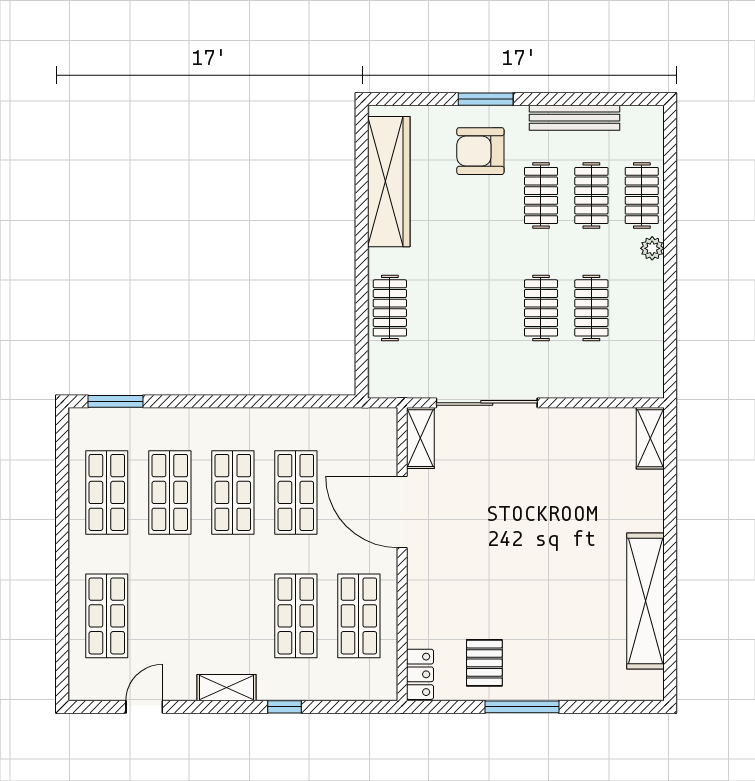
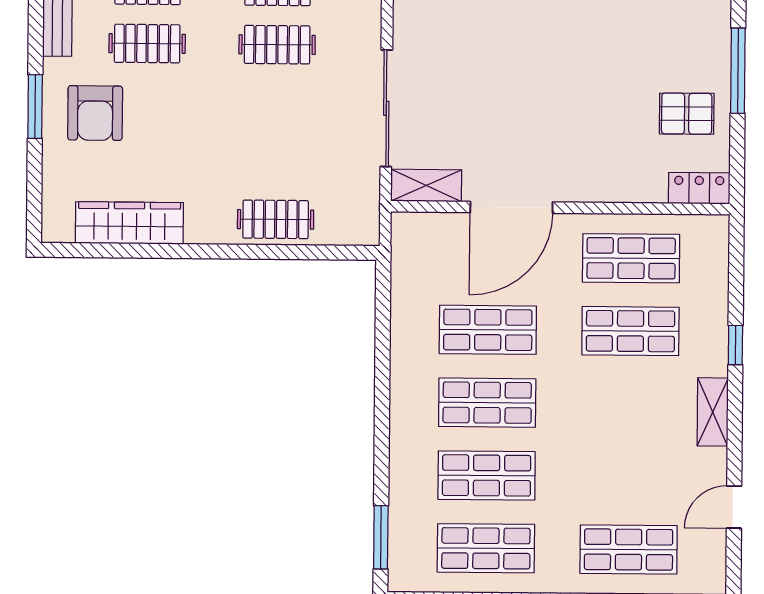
wardrobe: (389, 182) -> (129, 223), width x0.71, depth x0.85
door: (144, 707) -> (734, 507), hinge flipped

